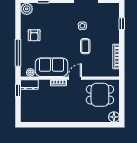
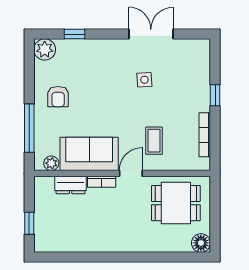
window: (122, 24) -> (215, 95), moved
coffee table: (85, 46) -> (154, 141), moved
dresser: (29, 85) -> (71, 185), moved
window: (18, 90) -> (29, 223), moved

